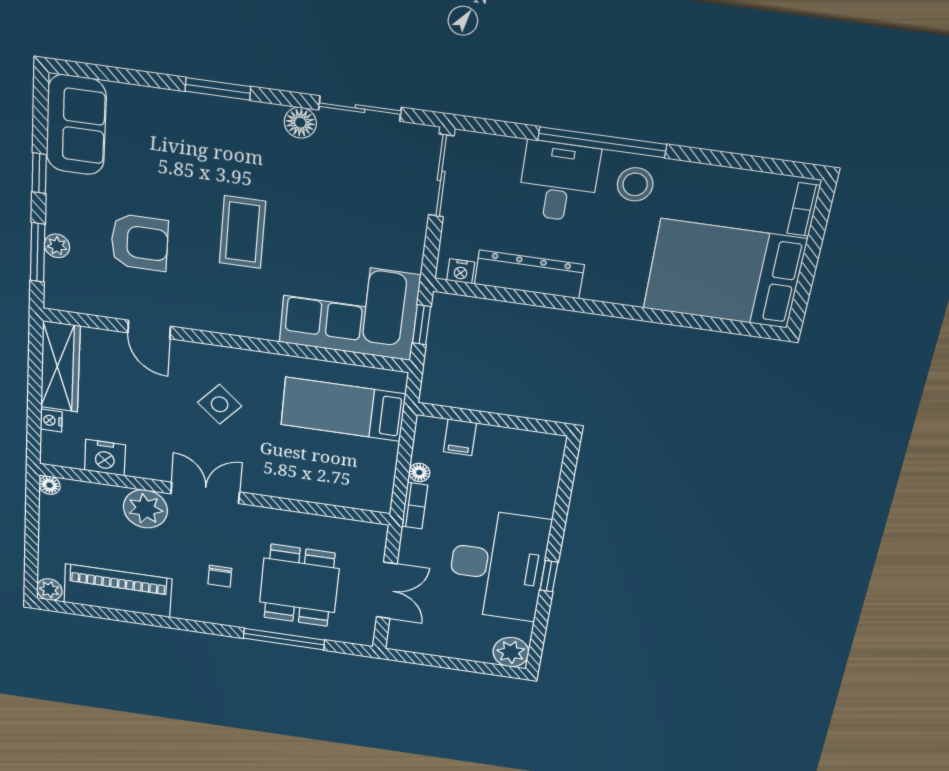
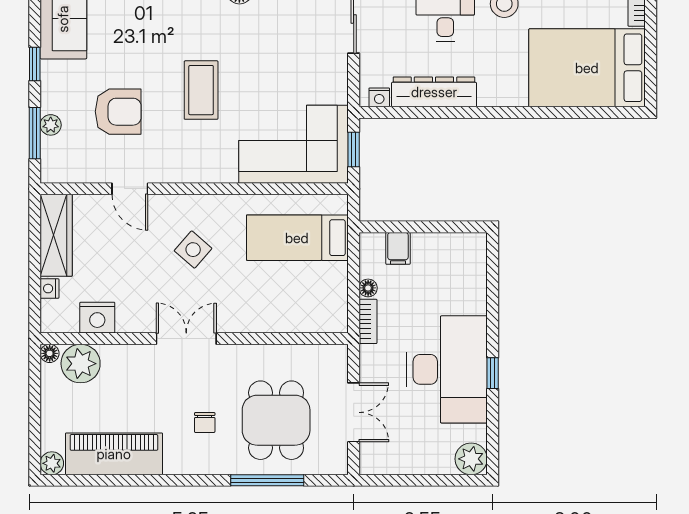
plant: (145, 509) -> (81, 364), moved

